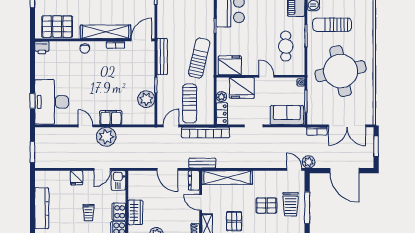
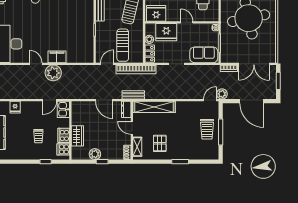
plant: (146, 99) -> (87, 42), removed
door: (294, 169) -> (210, 100), hinge flipped
fridge: (77, 178) -> (15, 107), moved
pallet: (266, 206) -> (187, 130), removed

